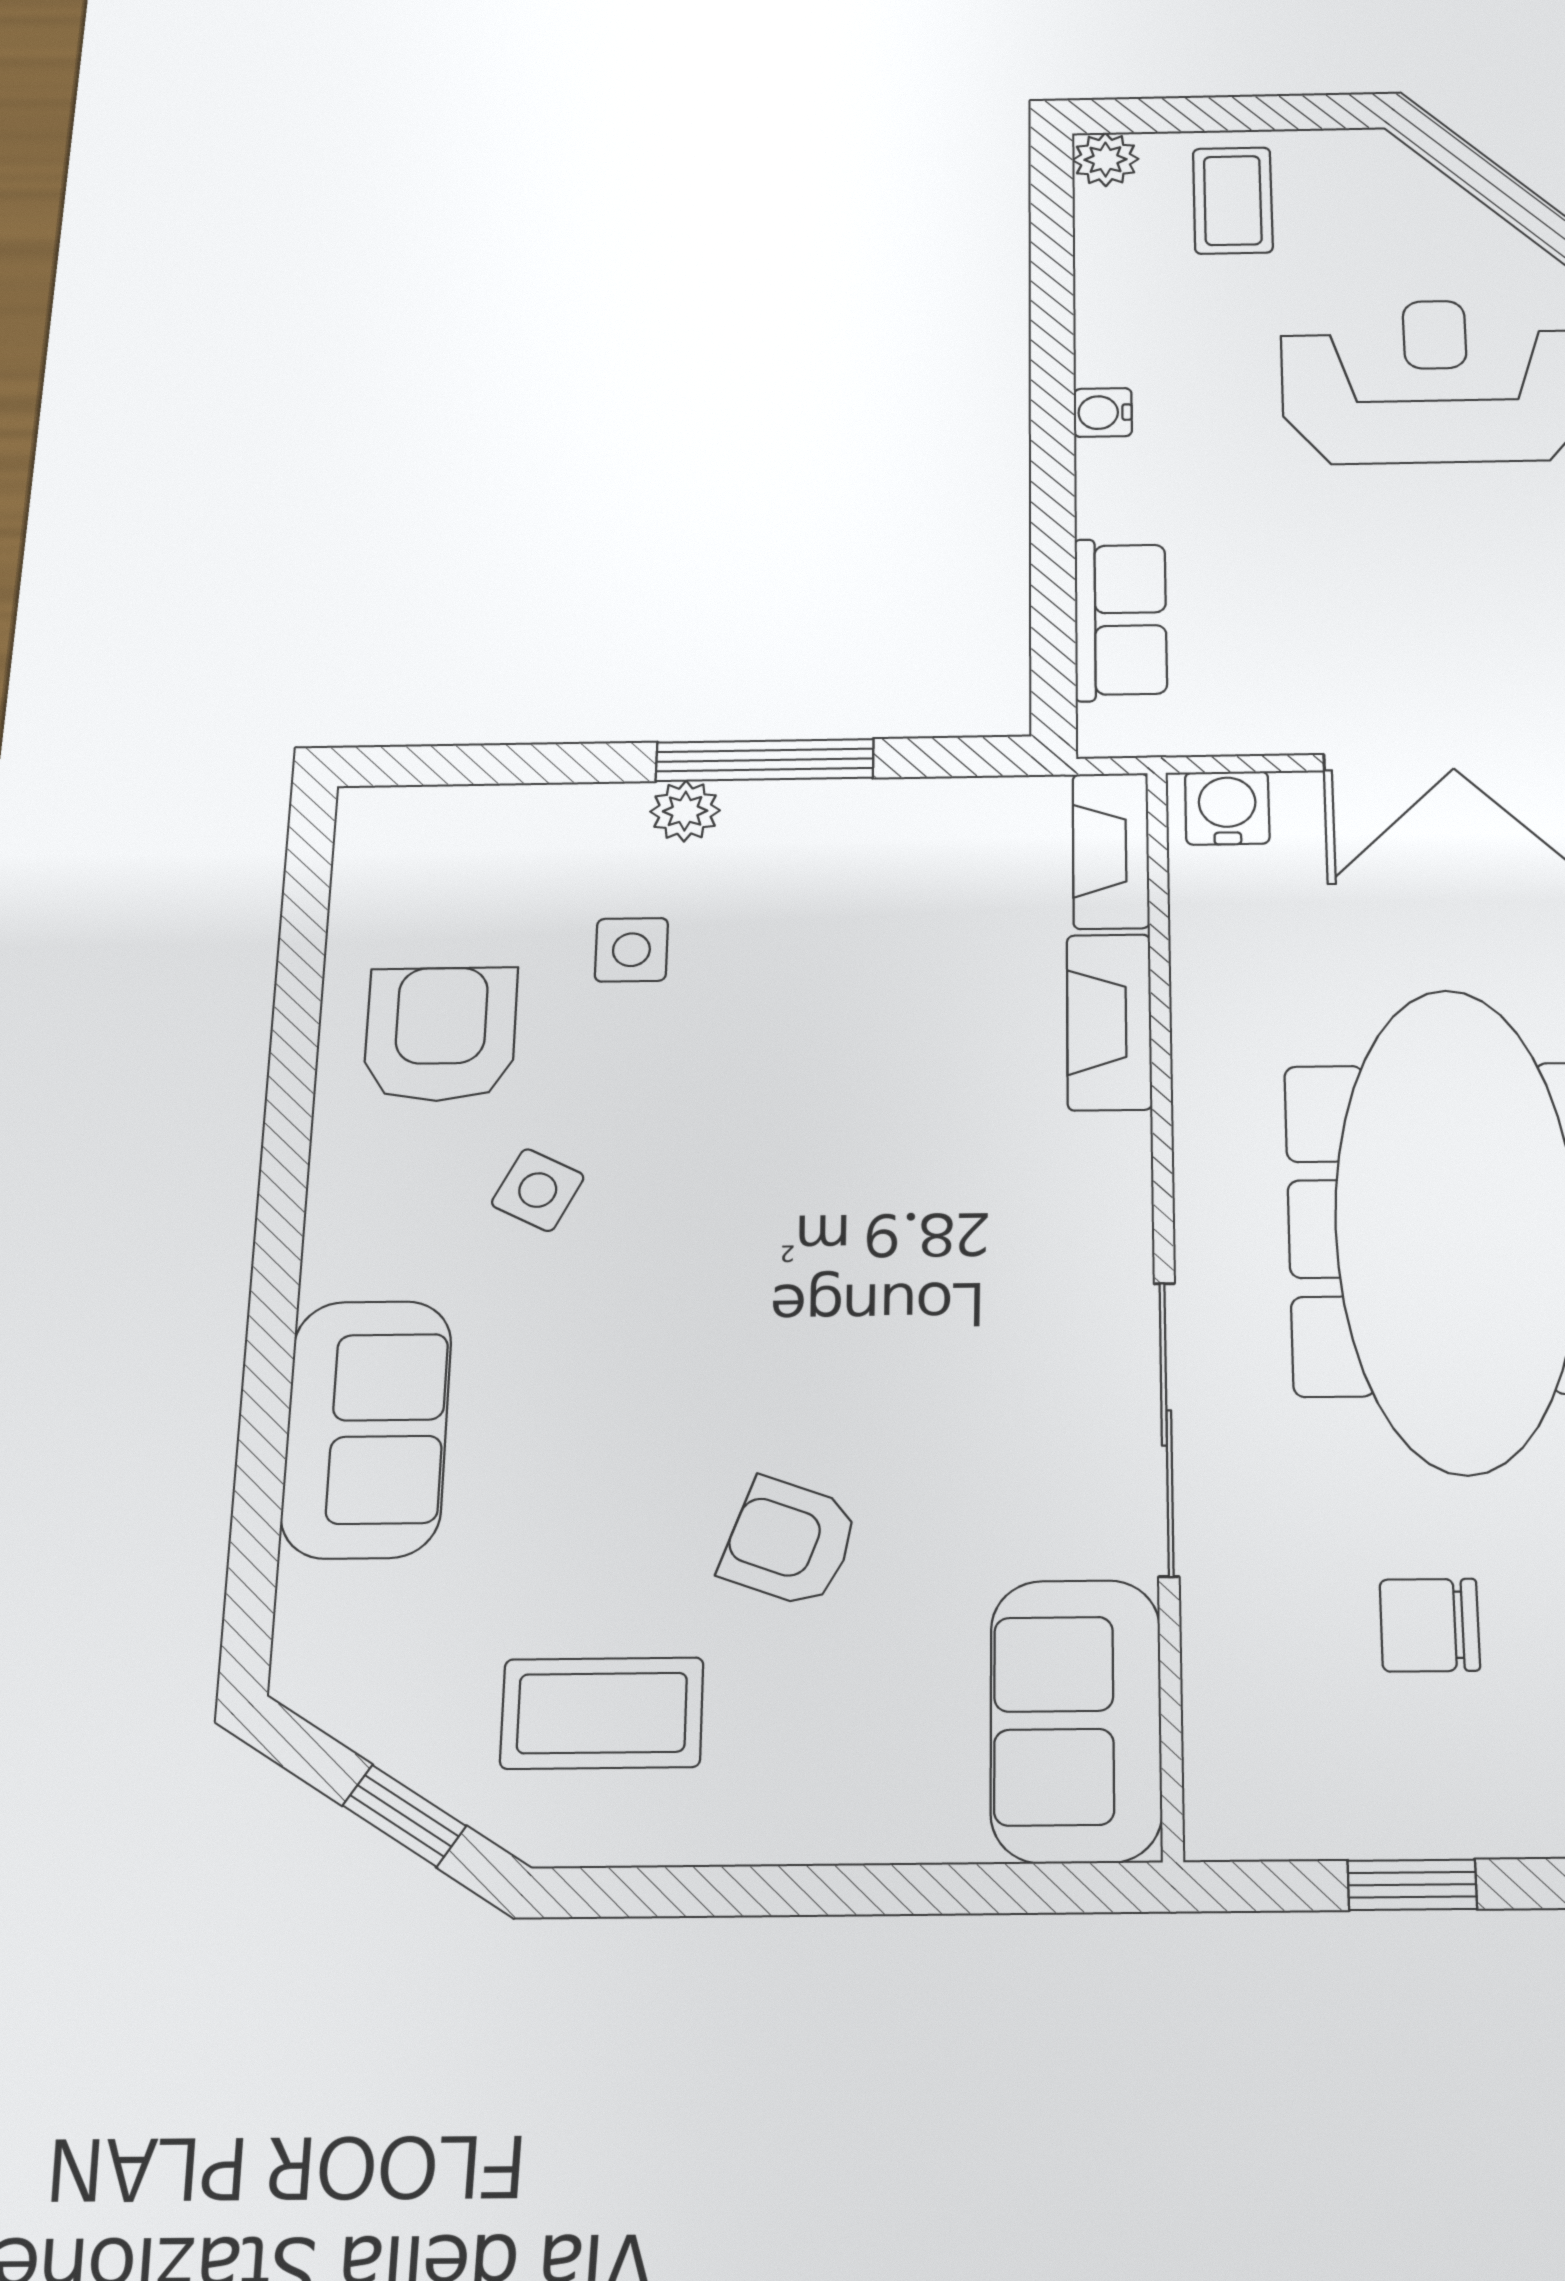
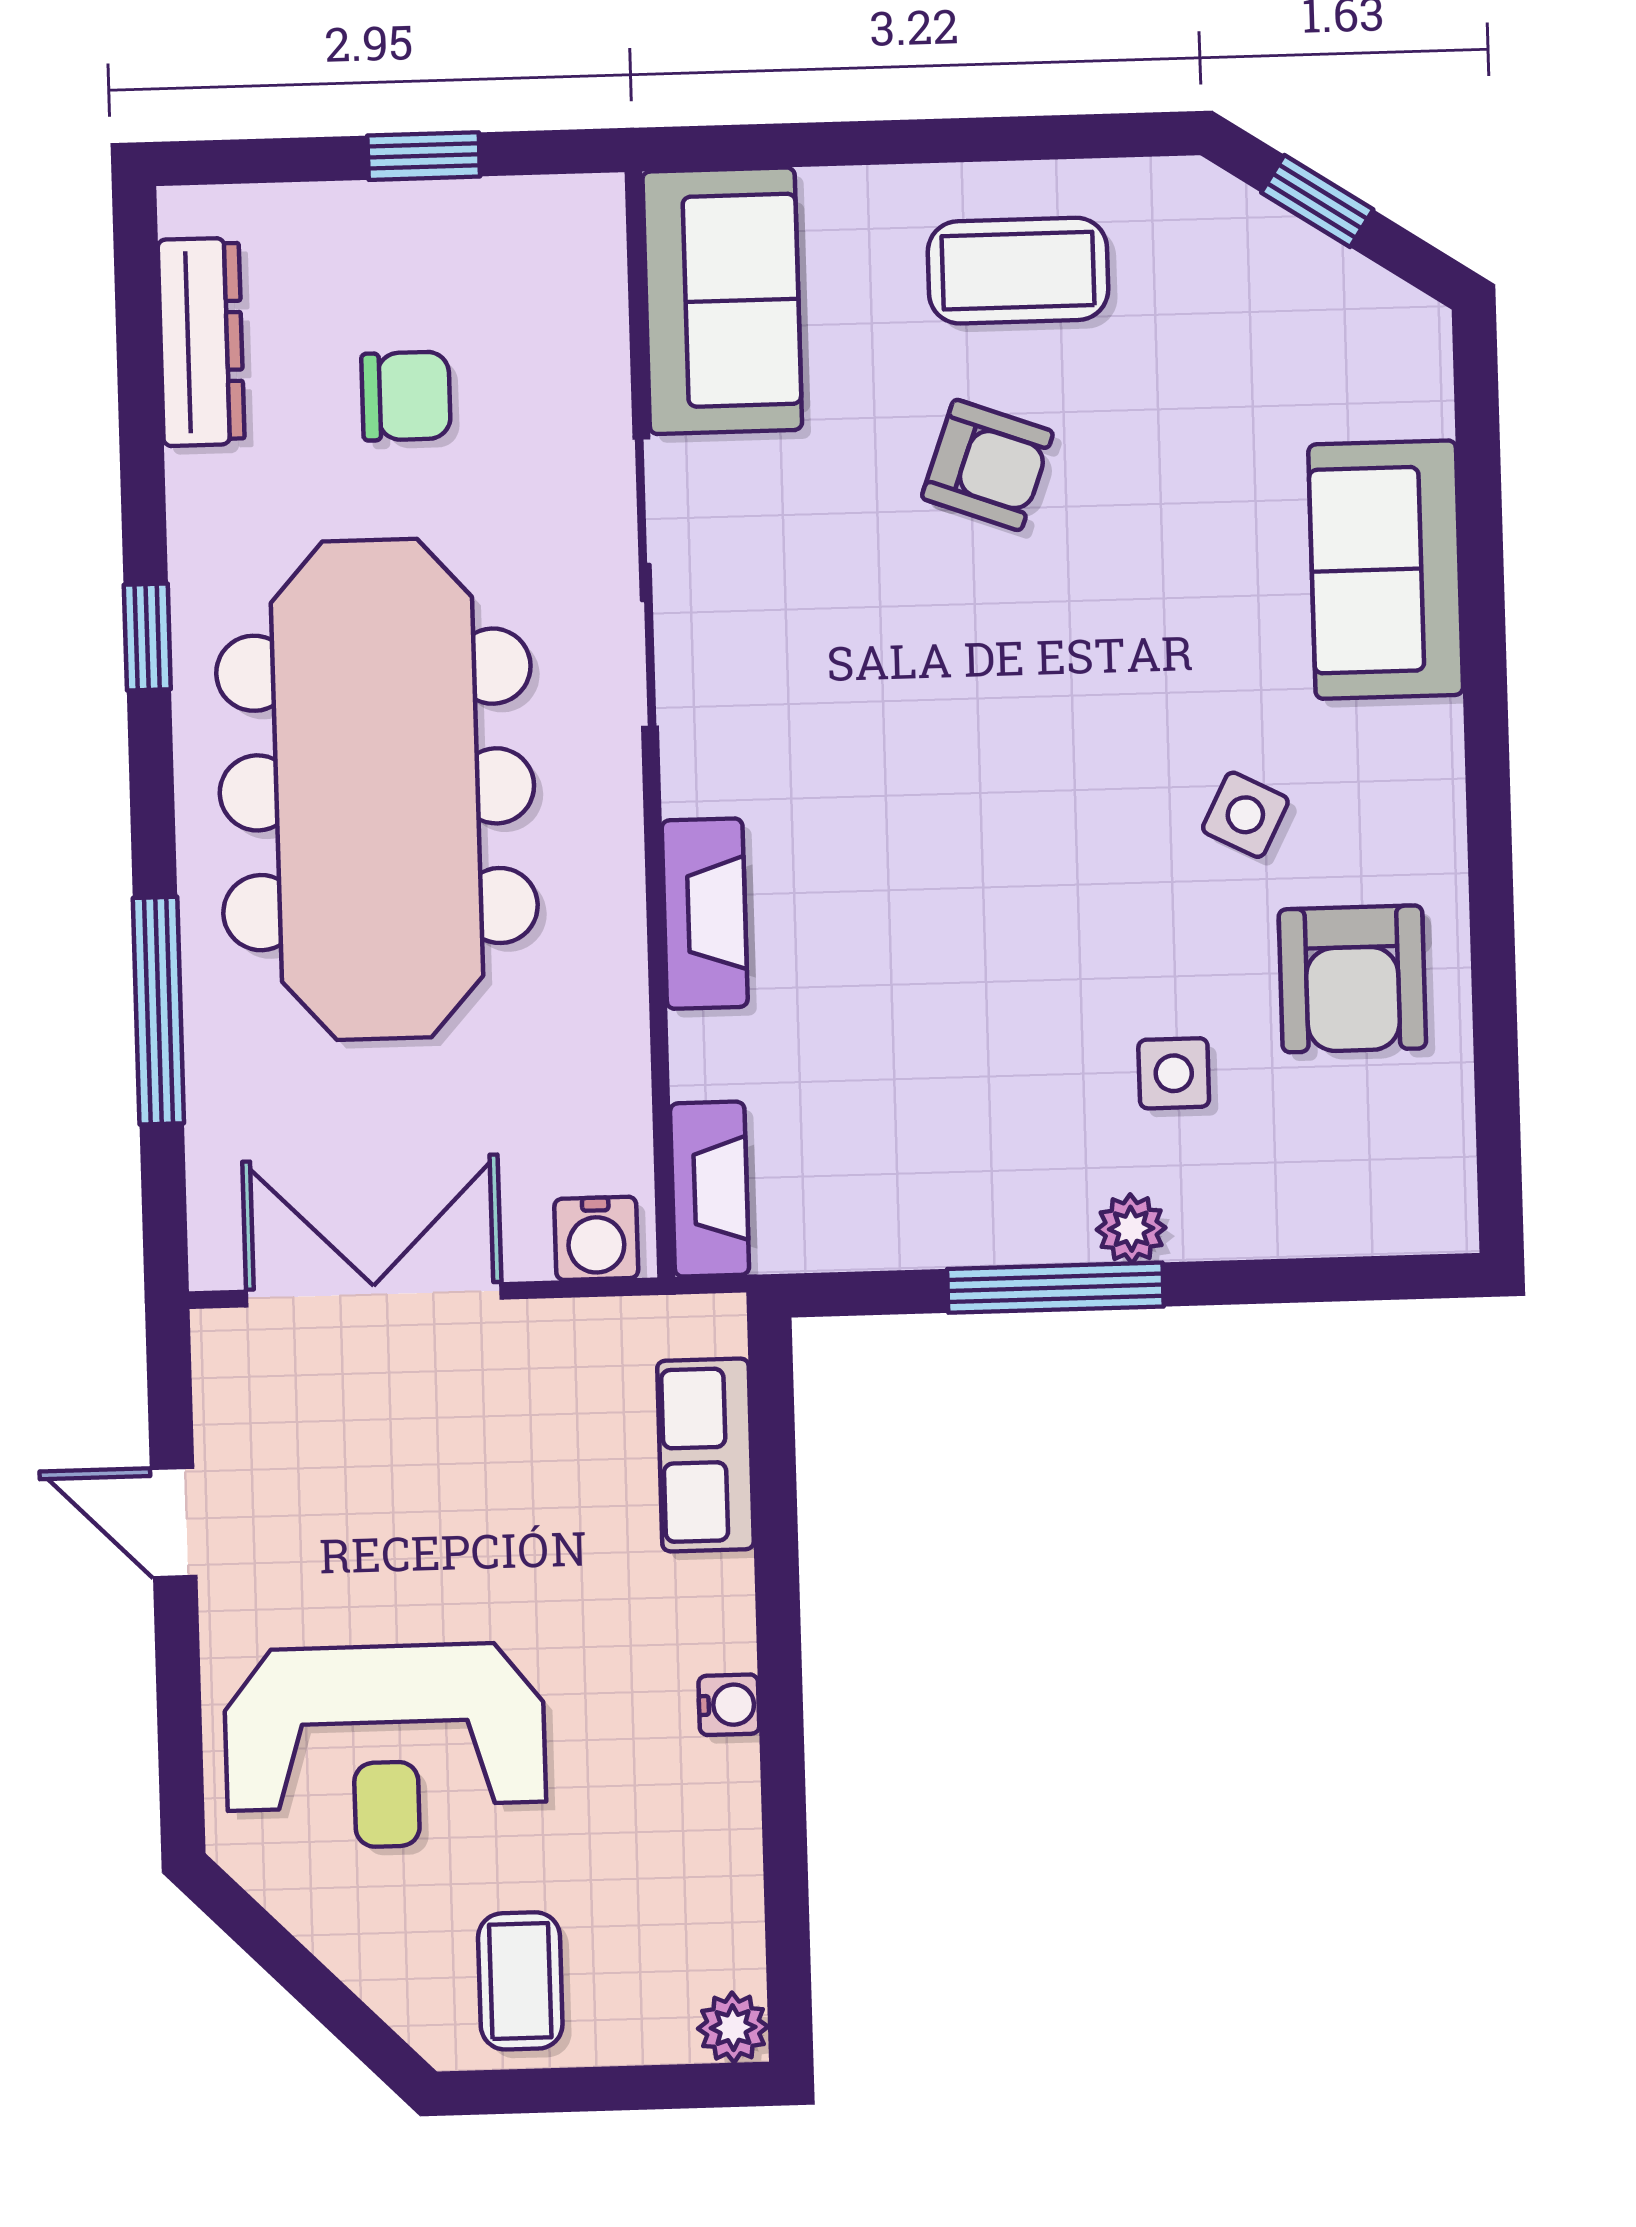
coffee table: (1233, 200) -> (520, 1981), moved
fireplace: (1109, 1022) -> (705, 914), moved
coffee table: (602, 1713) -> (1018, 271), moved

